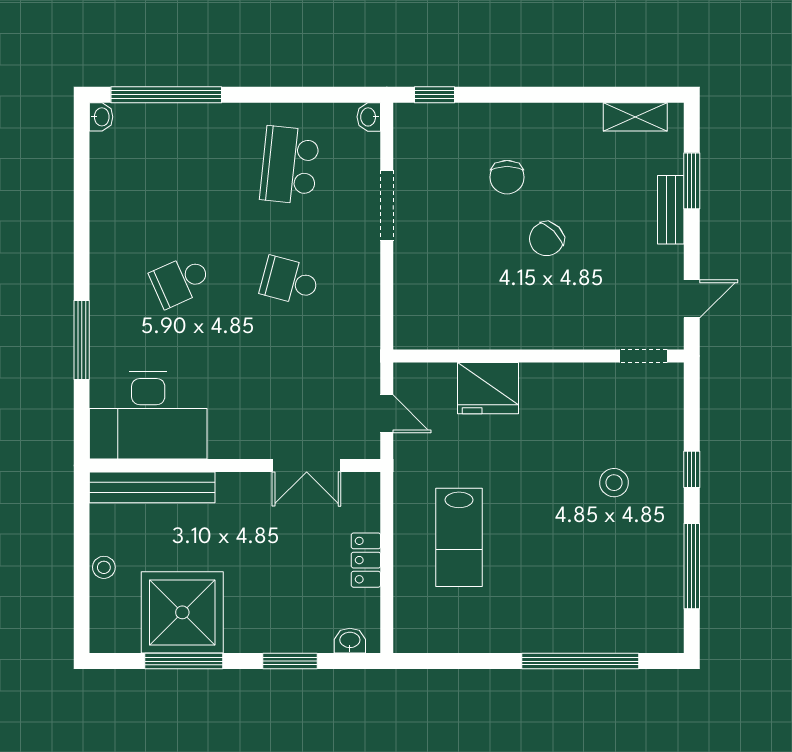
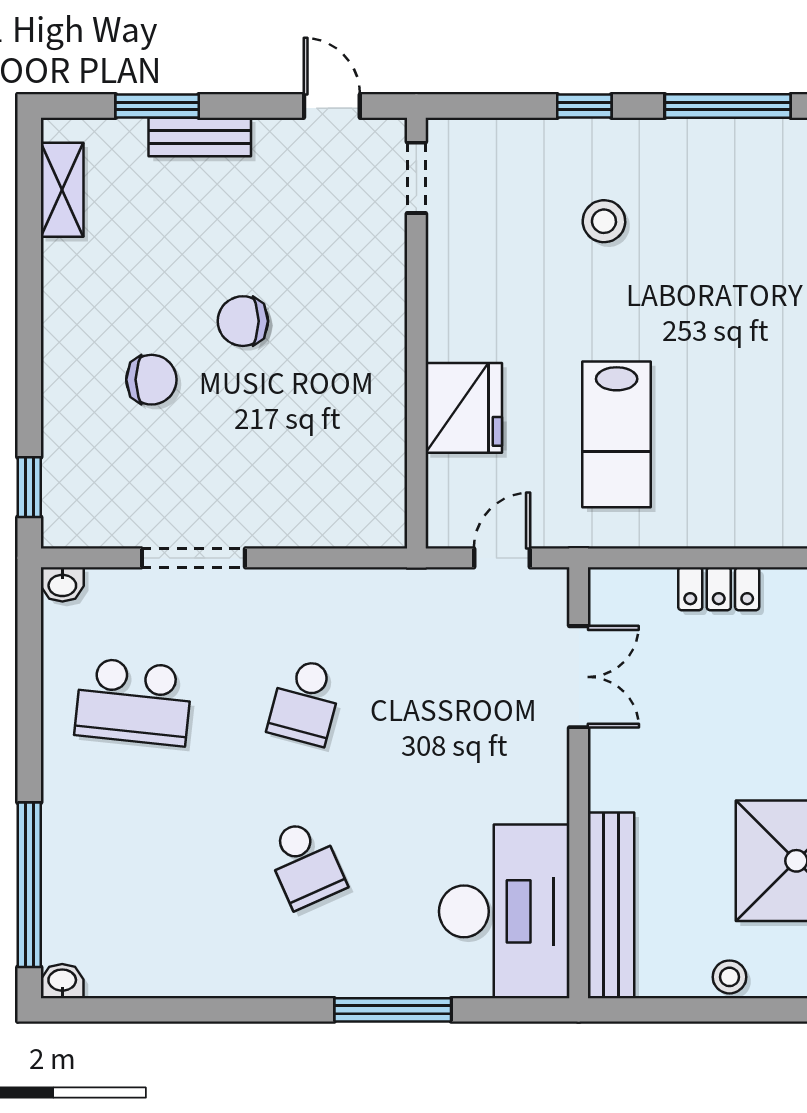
chair: (547, 239) -> (243, 321), turned 135
lab bench: (459, 537) -> (617, 434), moved, turned 90

